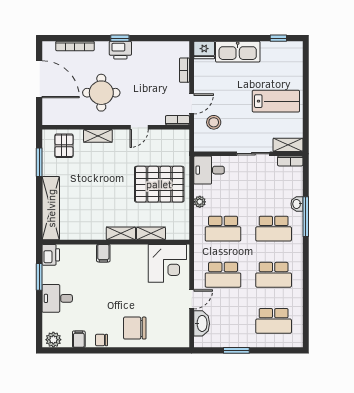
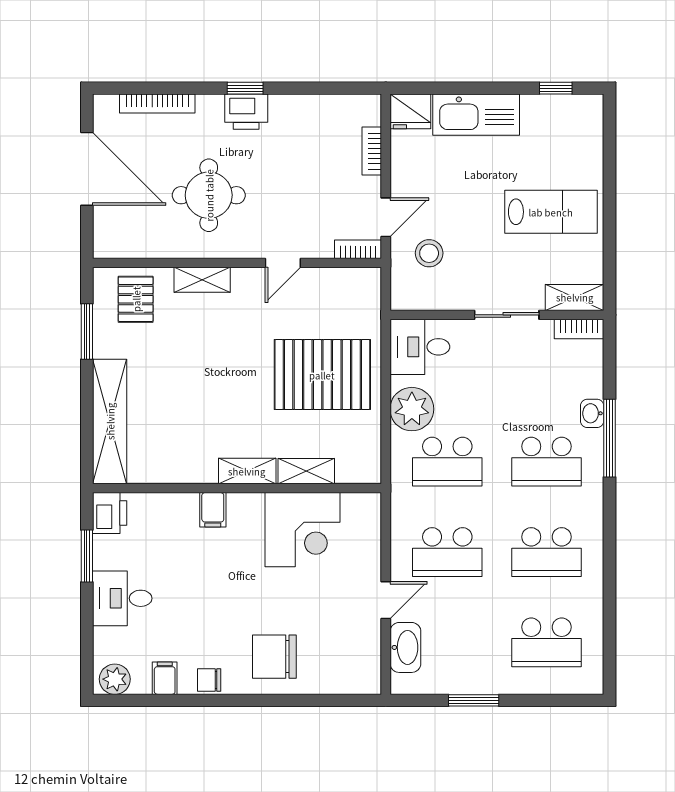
plant: (200, 202) -> (412, 409), width x1.87, depth x1.87
corner desk: (167, 263) -> (302, 530), moved

